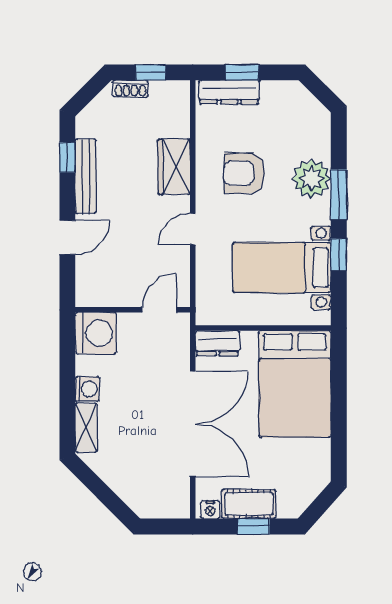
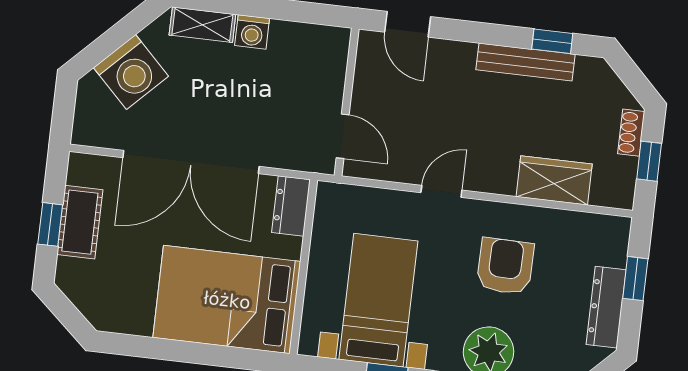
dresser: (229, 92) -> (606, 307), moved
wardrobe: (174, 167) -> (554, 180), moved
door: (193, 229) -> (441, 191), hinge flipped
door: (67, 238) -> (408, 24), moved
washing machine: (96, 333) -> (131, 72), moved, turned -45
nightstand: (210, 510) -> (78, 172), removed

